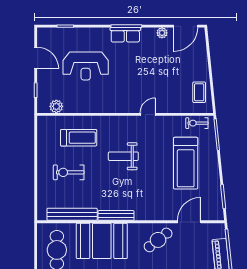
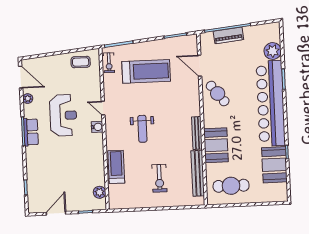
reception desk: (86, 66) -> (63, 115), moved
water cooler: (128, 107) -> (97, 127), added
treadmill: (79, 138) -> (116, 167), moved
booth: (102, 241) -> (216, 145), width x0.73, depth x0.70

